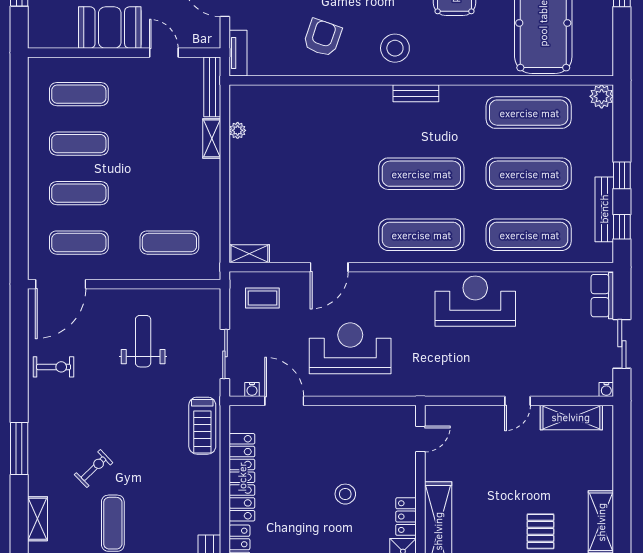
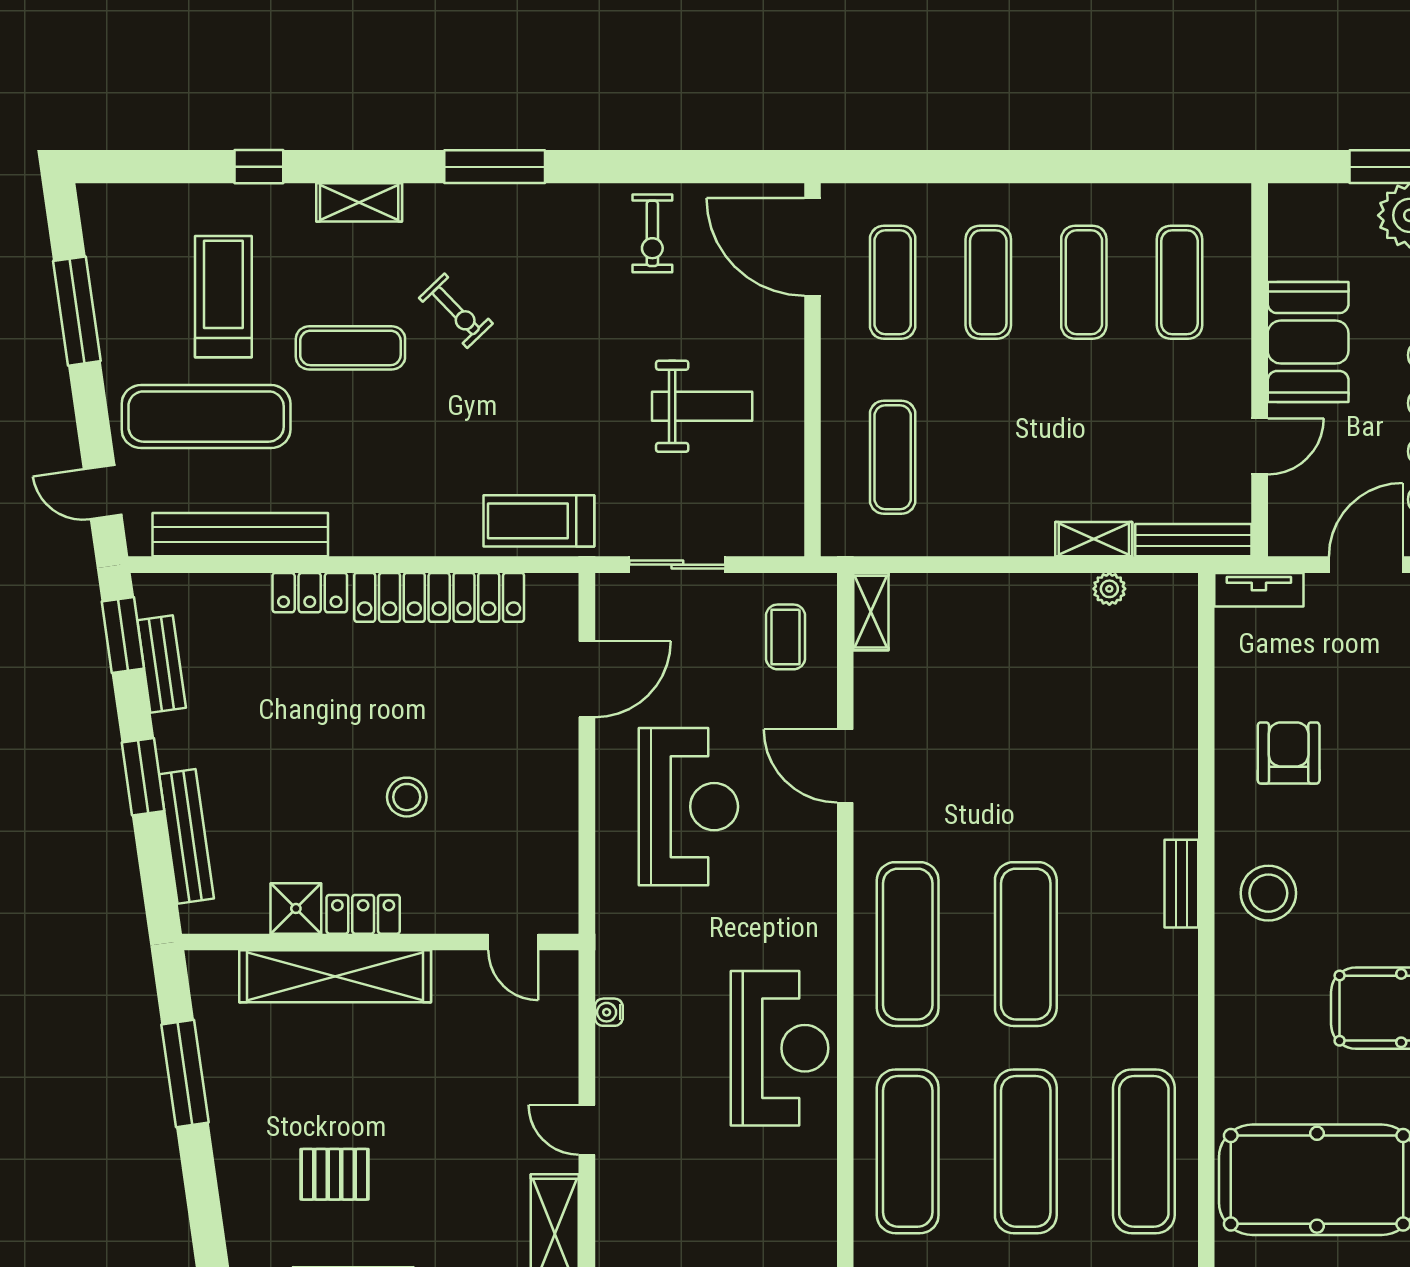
armchair: (322, 38) -> (1289, 753), turned -109
bench: (416, 93) -> (1181, 884), moved
water cooler: (252, 389) -> (609, 1012), moved

